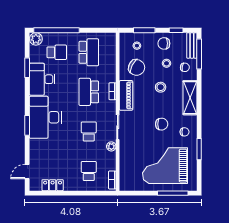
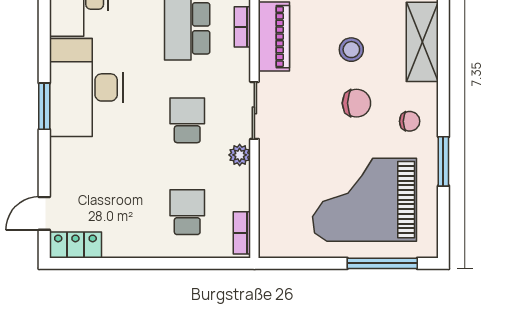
stool: (161, 87) -> (351, 50), moved
locker: (53, 185) -> (75, 245), moved

